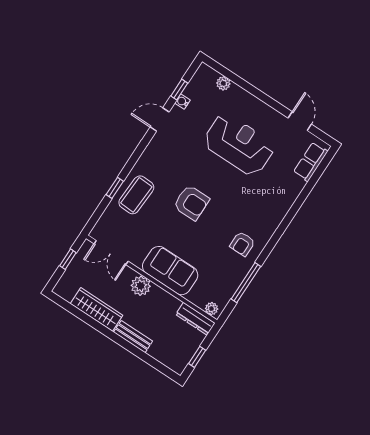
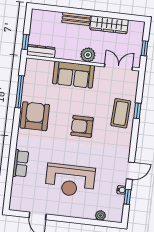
row of seats: (311, 162) -> (20, 164), moved
armchair: (242, 244) -> (35, 116), width x1.88, depth x1.88
plant: (212, 309) -> (34, 63), removed
window: (197, 357) -> (25, 42), moved

